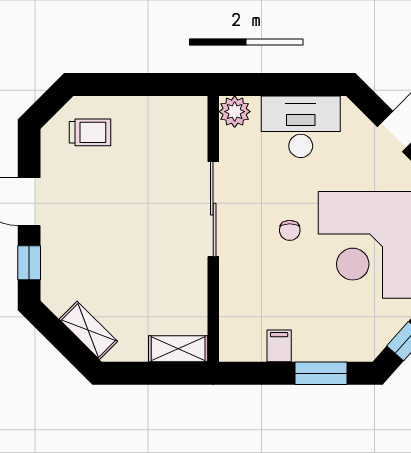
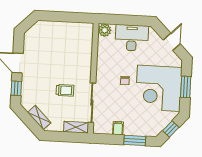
trolley: (90, 132) -> (65, 90), moved
sliding door: (213, 209) -> (92, 103), moved

